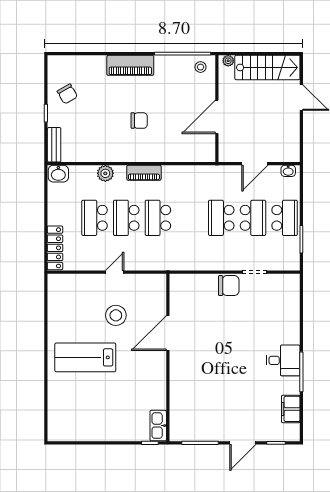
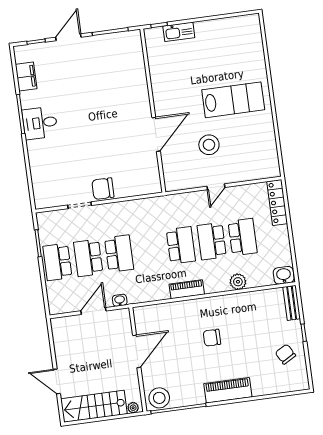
stool: (200, 67) -> (159, 398), width x1.89, depth x1.89
washbasin: (288, 171) -> (120, 300), moved
piano: (144, 173) -> (187, 289), moved
school desk: (126, 218) -> (212, 241), turned 180
kitchen sink: (158, 426) -> (179, 32), moved, turned 90

